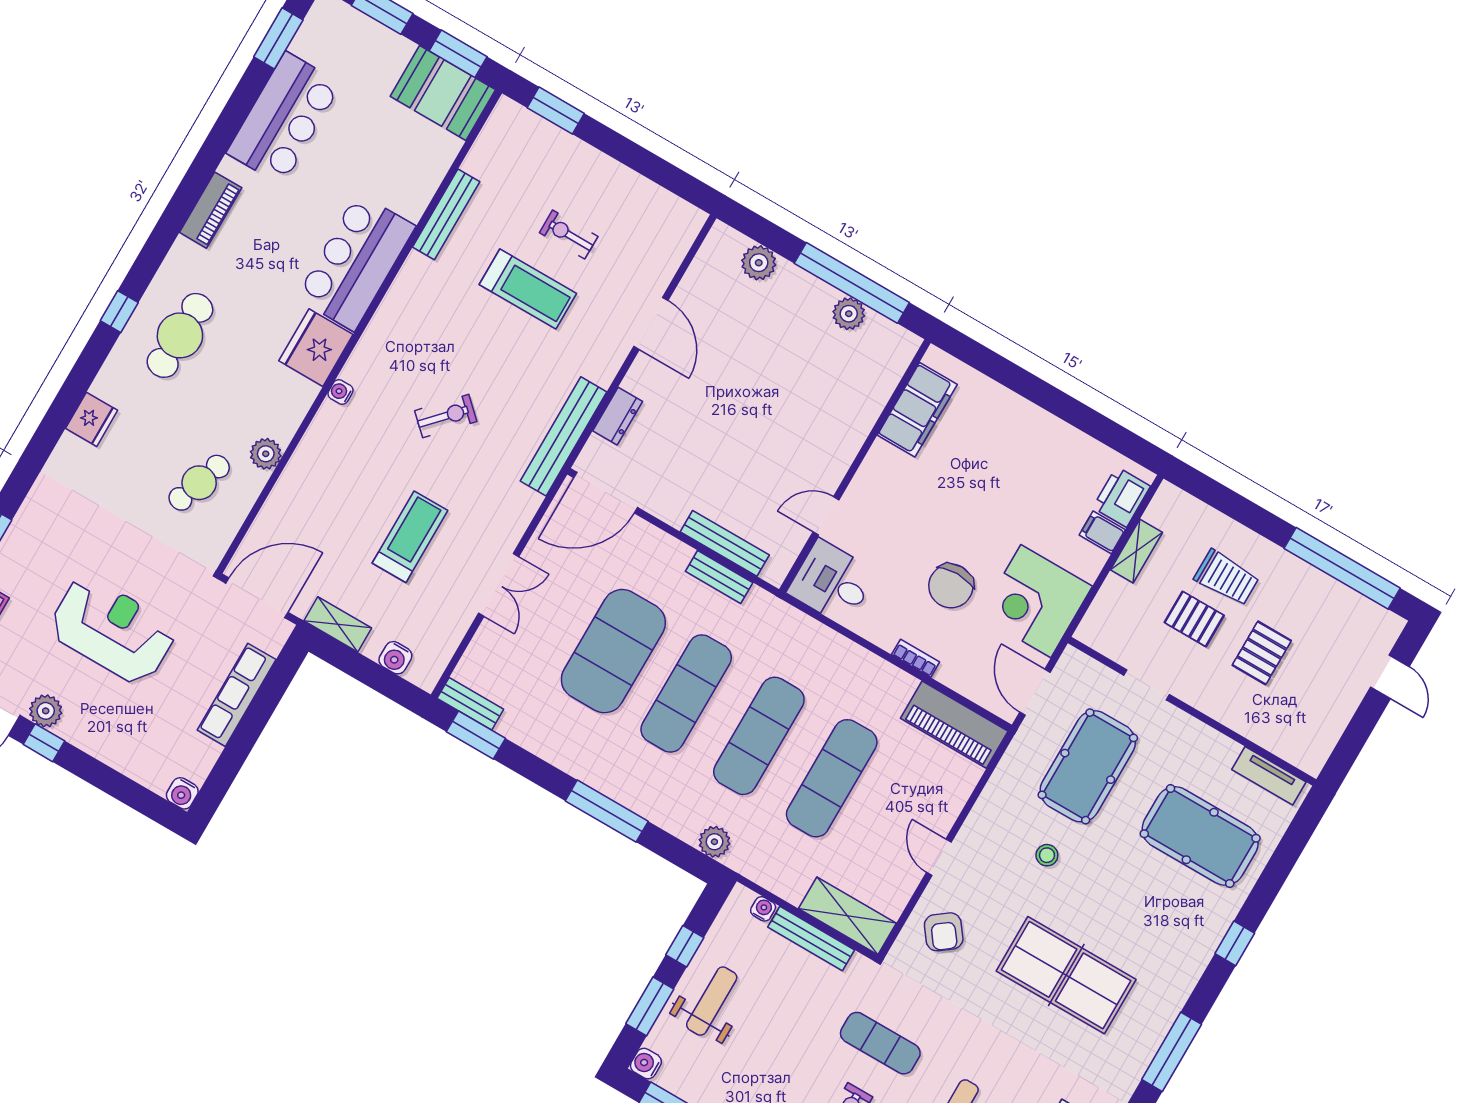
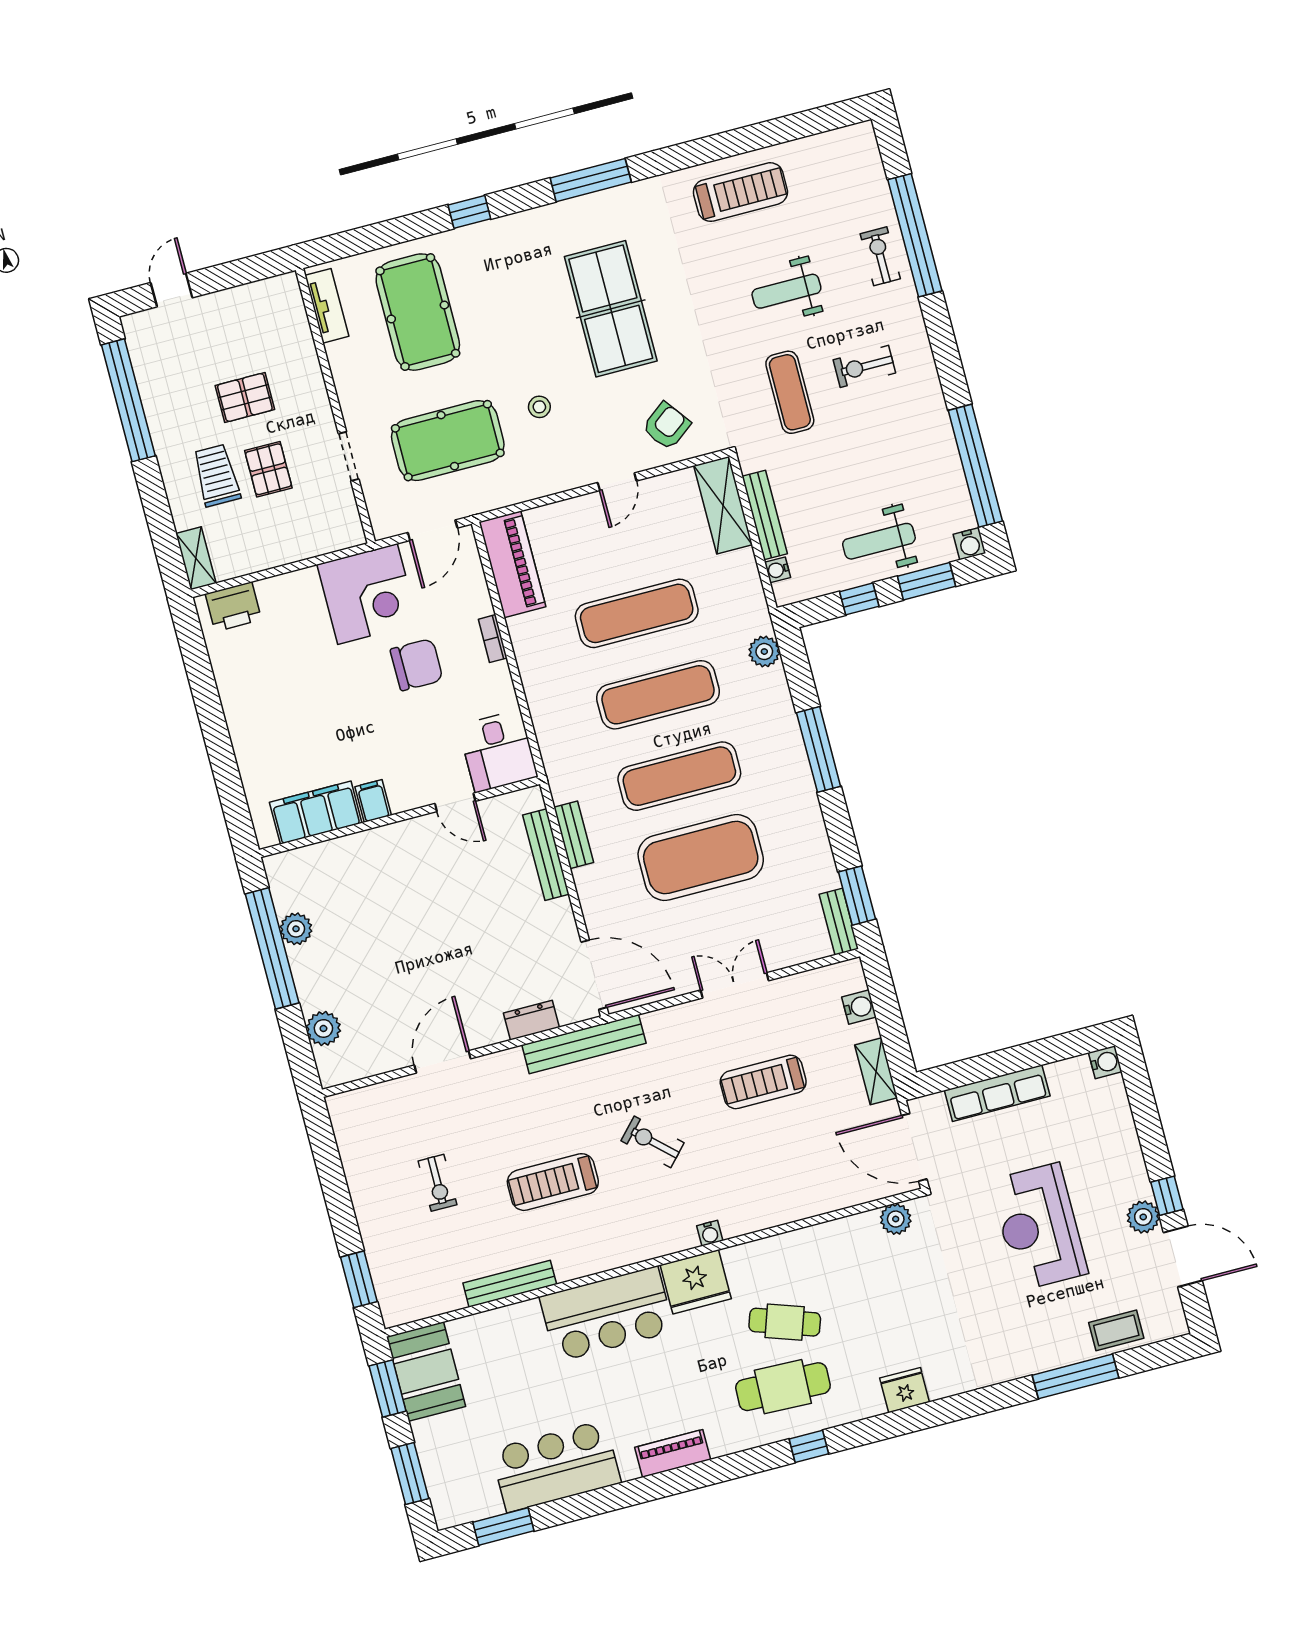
treadmill: (528, 289) -> (553, 1182), moved, turned -90
plant: (266, 454) -> (896, 1219), moved
cafe table: (199, 483) -> (785, 1322), moved
filing cabinet: (1102, 532) -> (373, 801), moved, turned 180
shelving: (1137, 551) -> (196, 558), moved, turned 90

